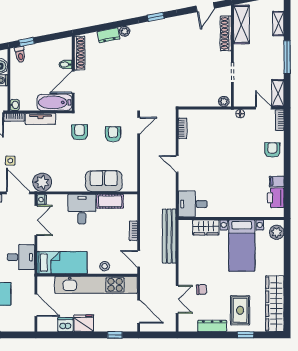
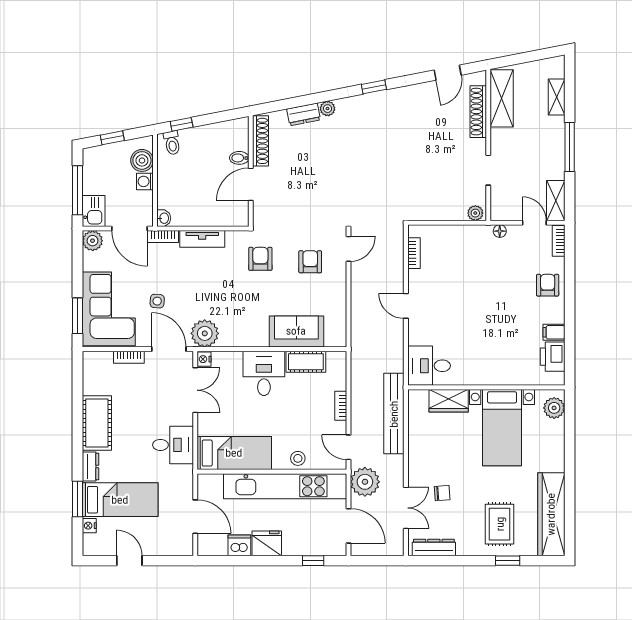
bathtub: (54, 102) -> (223, 214), removed
plant: (150, 282) -> (365, 482), added
dresser: (212, 326) -> (434, 547), moved

